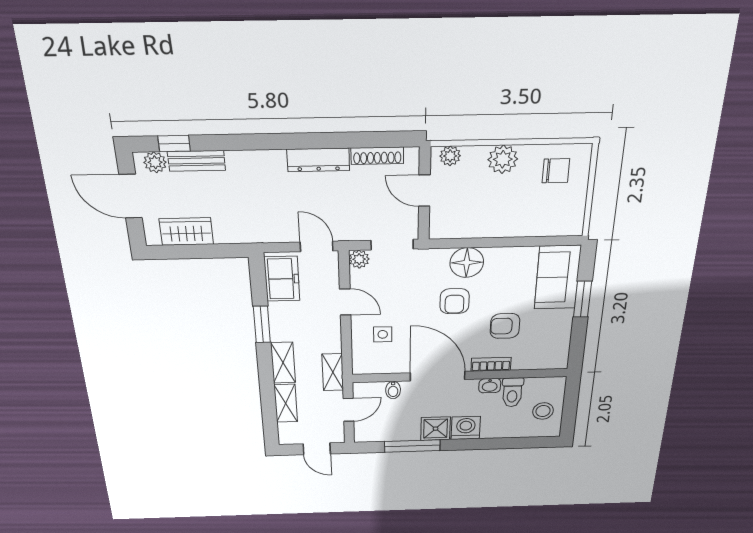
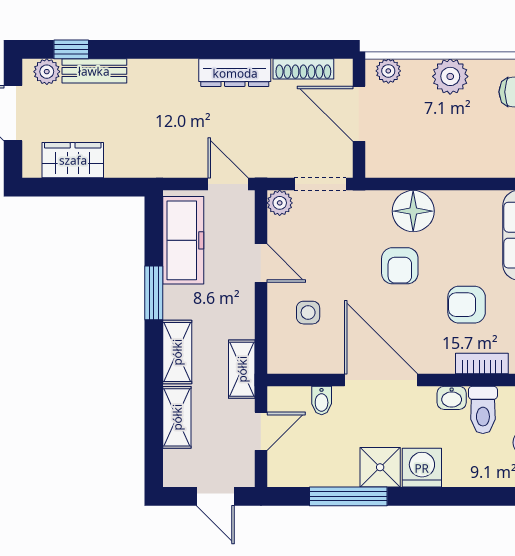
door: (424, 191) -> (359, 114), width x1.38
freezer: (282, 279) -> (183, 240), width x1.40
bookcase: (491, 364) -> (482, 363), moved

